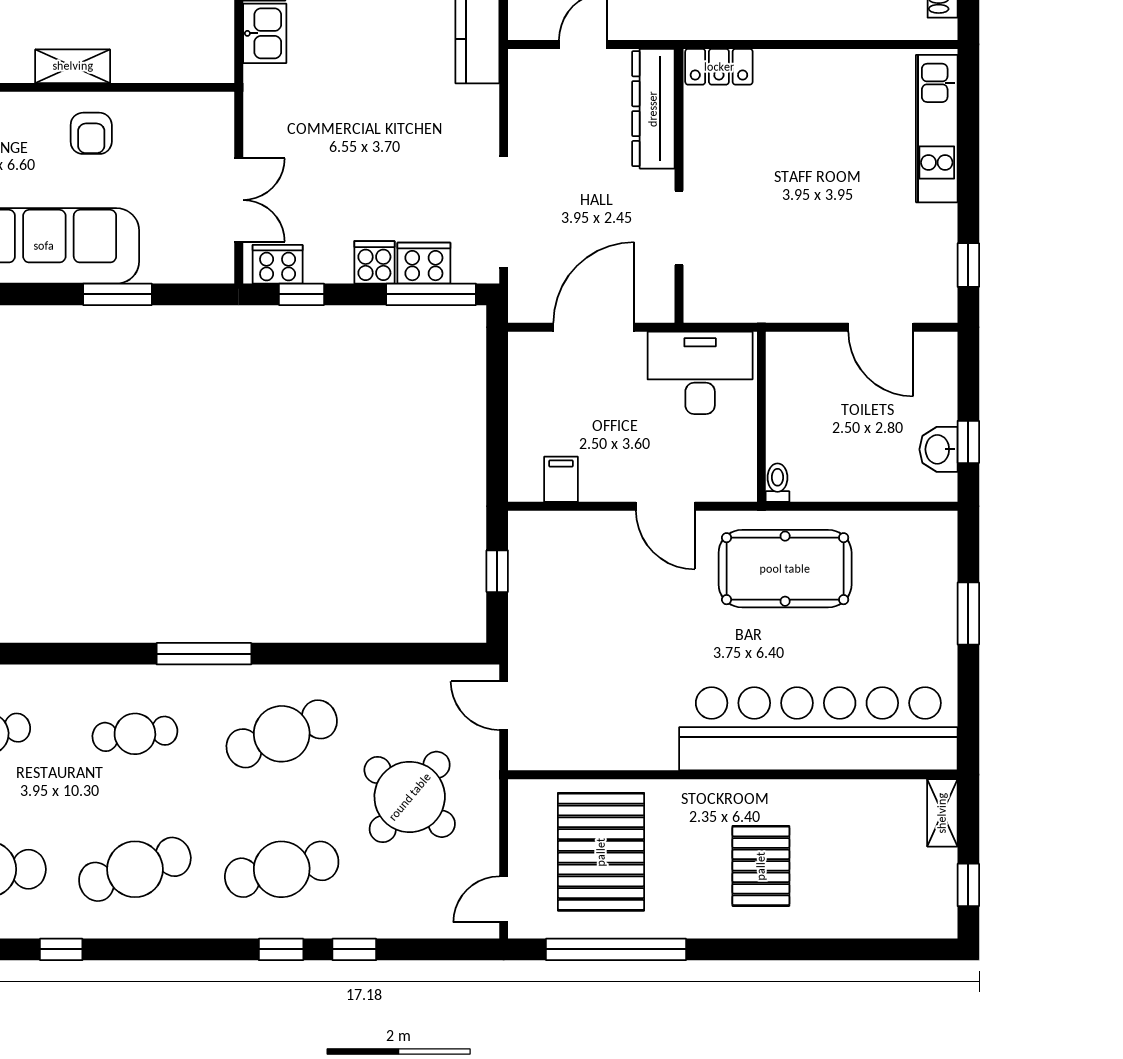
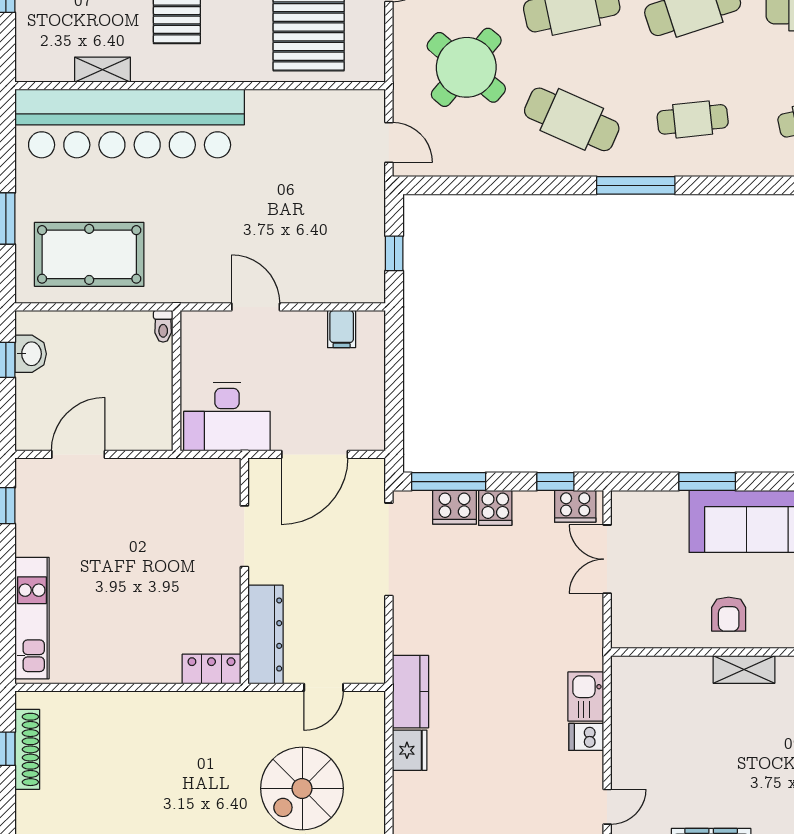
armchair: (91, 133) -> (729, 614), turned 180
door: (881, 327) -> (78, 454), hinge flipped
pool table: (785, 569) -> (89, 254), moved
cafe table: (282, 734) -> (572, 119), turned 45
shelving: (942, 813) -> (102, 70), moved, turned 90

